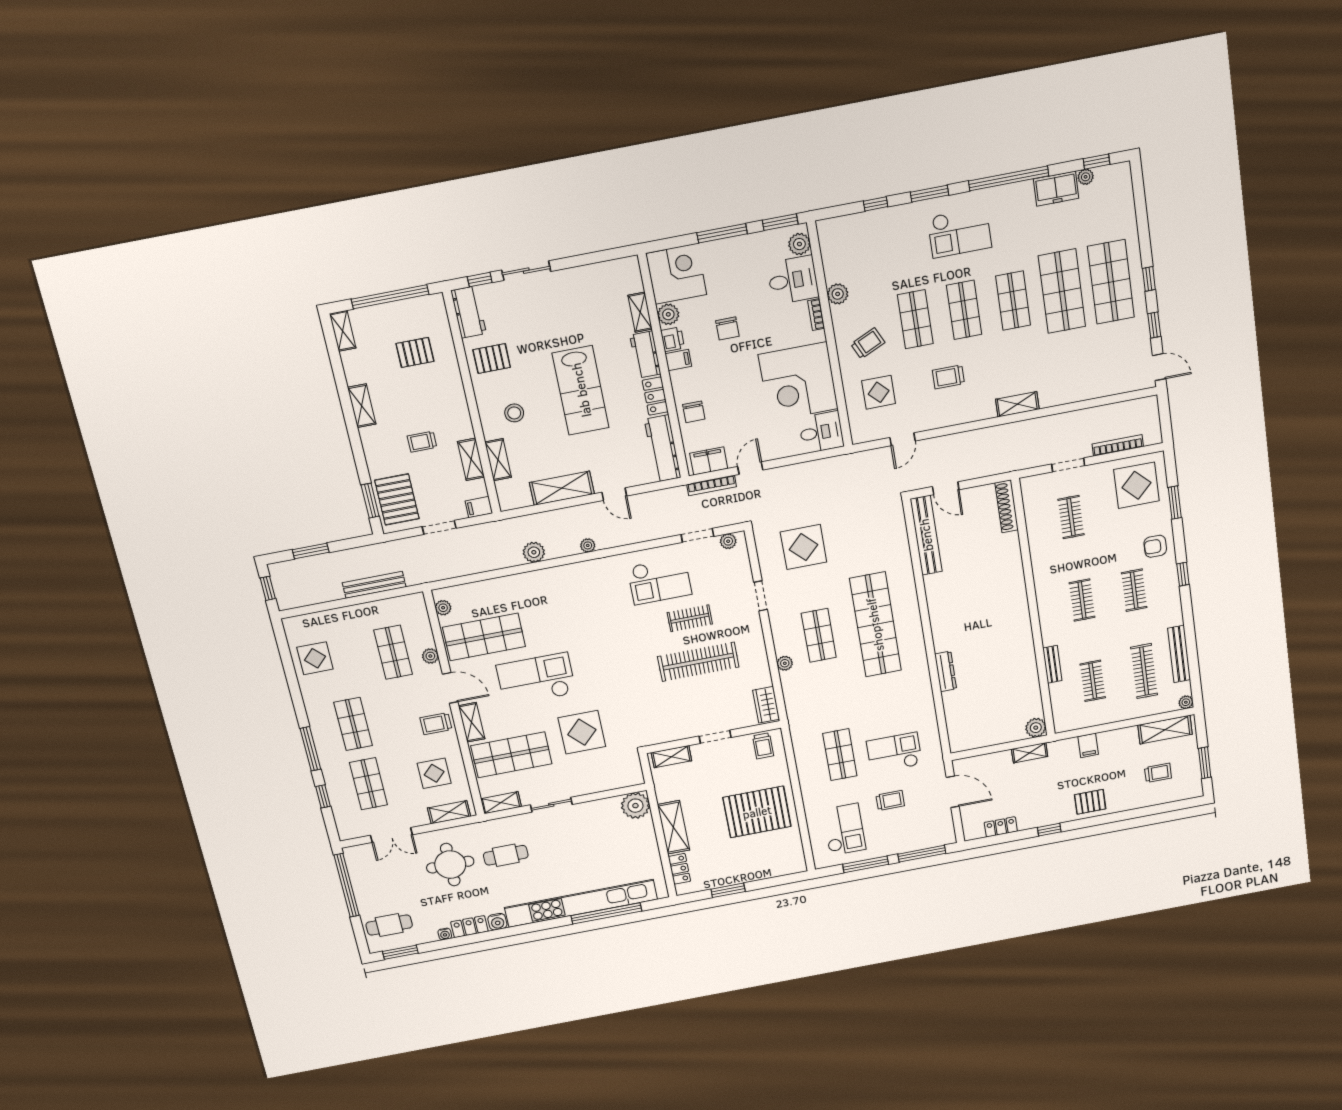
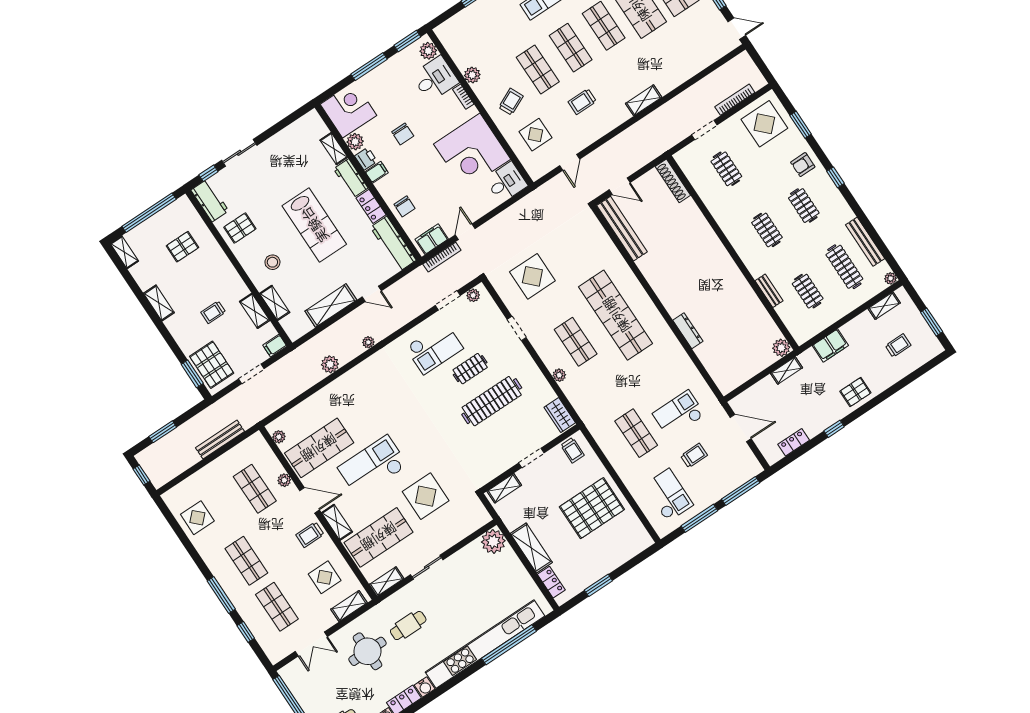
shelving: (1165, 730) -> (884, 306), width x0.67, depth x0.75
filing cabinet: (1088, 745) -> (830, 345), width x2.00

